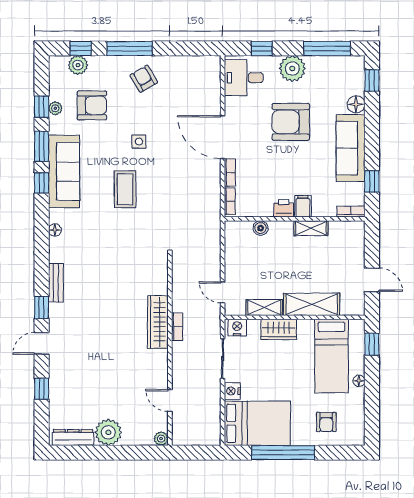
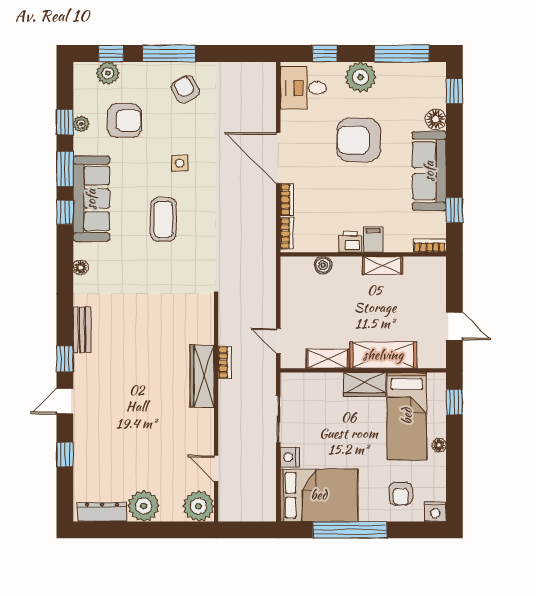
bookcase: (177, 327) -> (225, 362), moved
nightstand: (237, 327) -> (435, 512), moved, turned 180
wardrobe: (279, 329) -> (365, 385), moved
plant: (161, 439) -> (199, 506), width x1.87, depth x1.87

